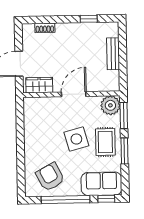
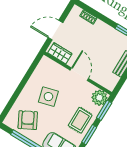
door: (74, 94) -> (79, 74), hinge flipped
side table: (76, 139) -> (48, 97), moved

